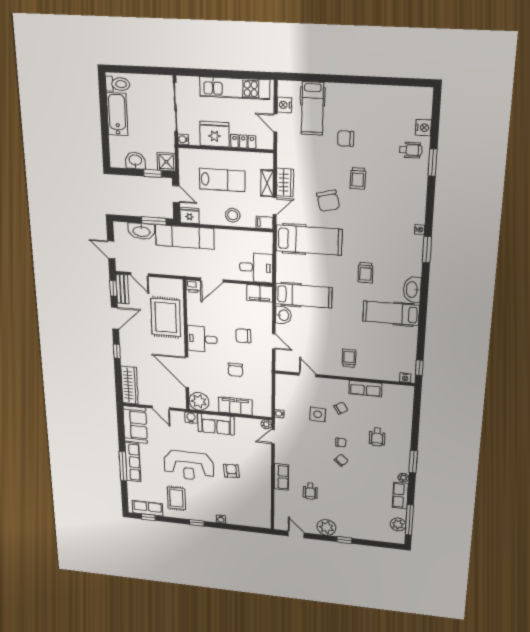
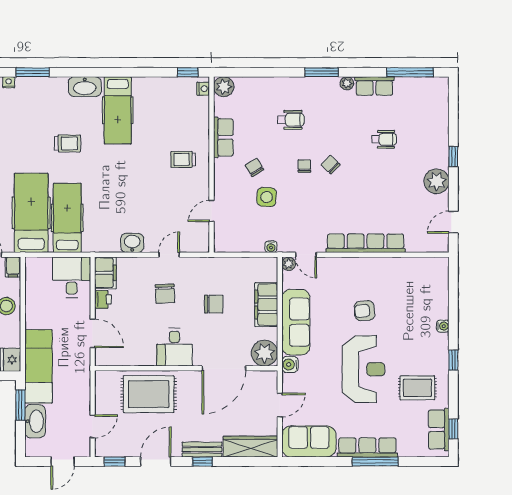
printer: (193, 286) -> (103, 299), moved
bench: (122, 289) -> (202, 450), moved
hospital bed: (304, 296) -> (67, 218), moved
door: (115, 318) -> (156, 462), hinge flipped
sofa: (216, 424) -> (296, 322), width x1.36
row of seats: (281, 477) -> (366, 243), width x2.02
wheelchair: (310, 491) -> (384, 139), moved
plant: (398, 524) -> (224, 87), moved

